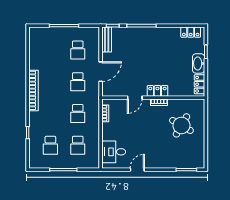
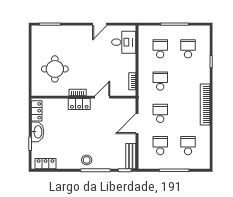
stool: (150, 36) -> (87, 160), added
school desk: (50, 50) -> (188, 146), added
round table: (181, 125) -> (55, 69), turned -30

